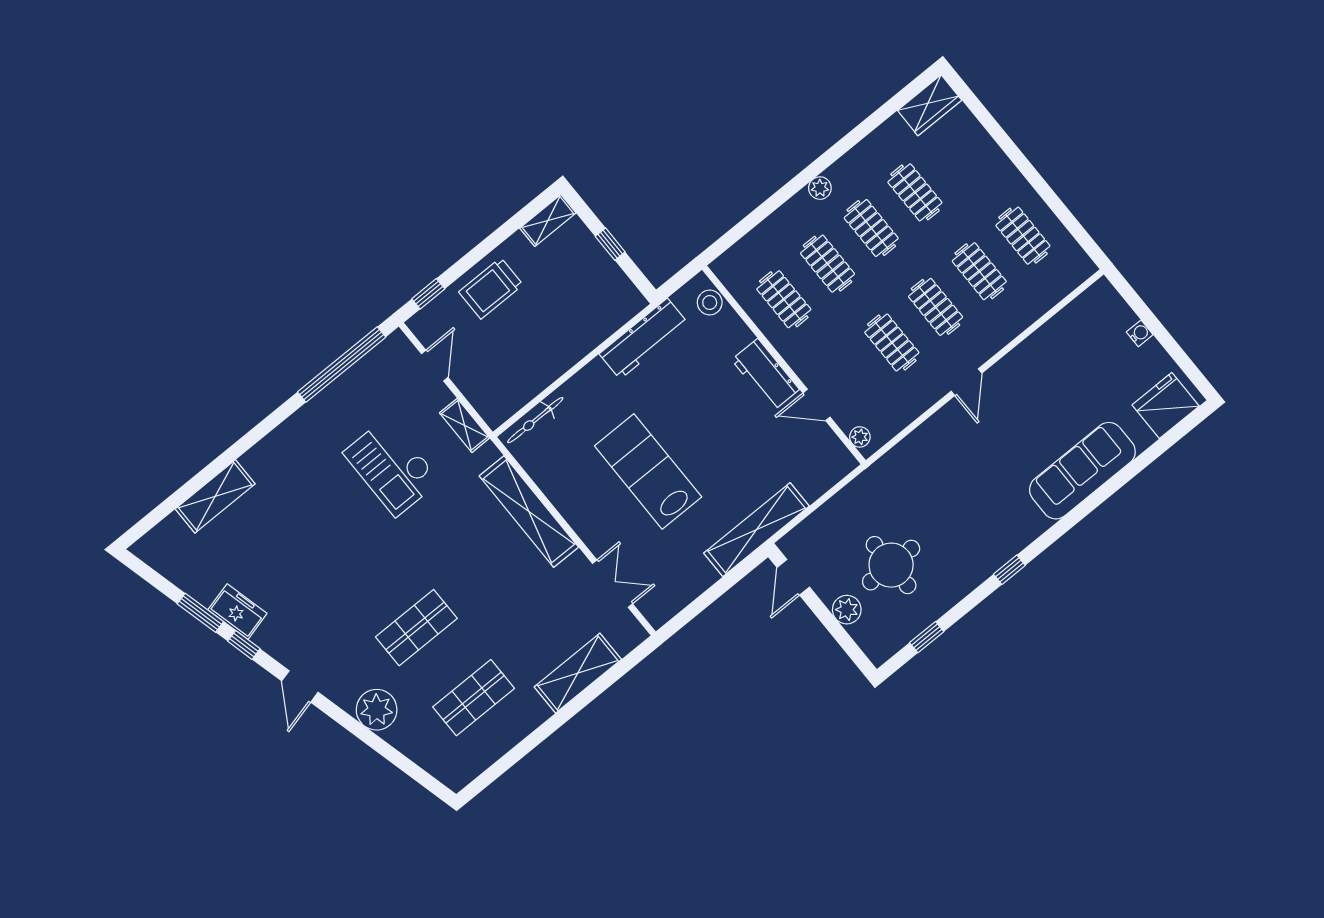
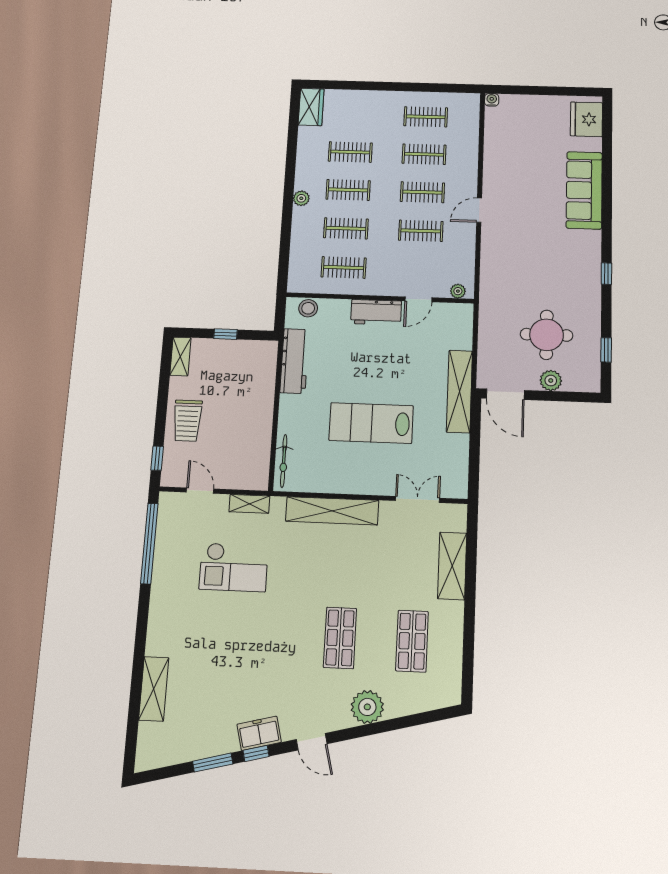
water cooler: (1140, 333) -> (492, 100), moved
door: (966, 382) -> (479, 210), swing flipped
door: (793, 577) -> (505, 394), width x1.38
freezer: (237, 612) -> (259, 733), moved

